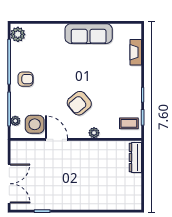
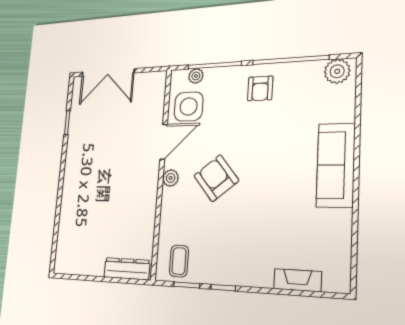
sofa: (89, 34) -> (336, 165), moved
plant: (94, 133) -> (171, 178), moved

